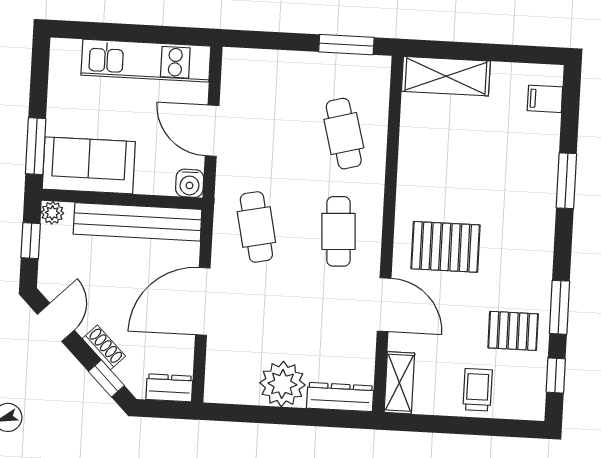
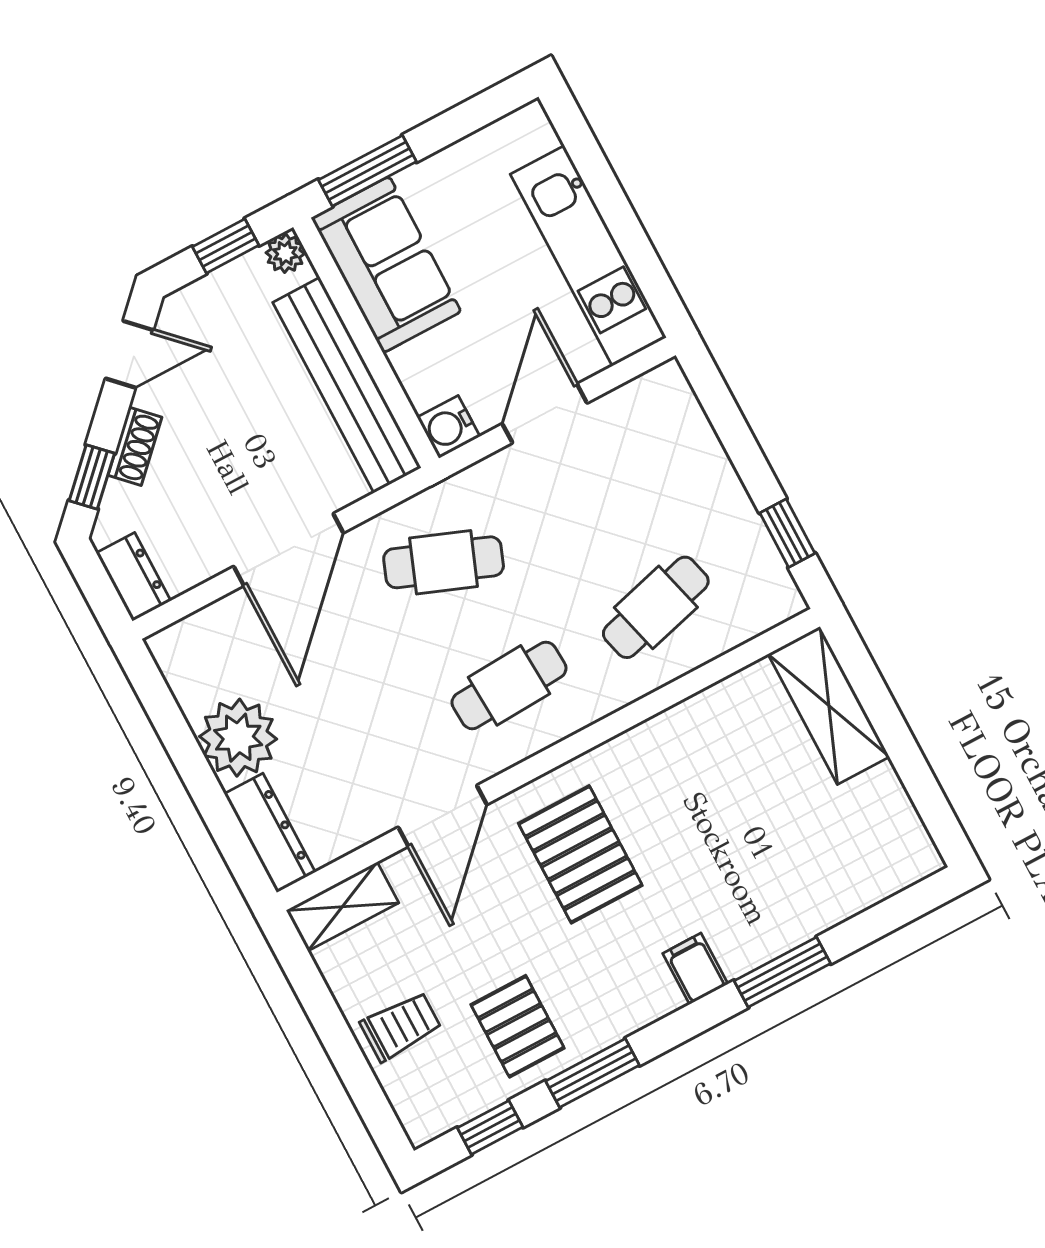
window: (346, 45) -> (787, 533), width x0.67
filing cabinet: (545, 99) -> (695, 969), moved
cafe table: (256, 227) -> (444, 562), turned 33
door: (203, 301) -> (288, 550), swing flipped

